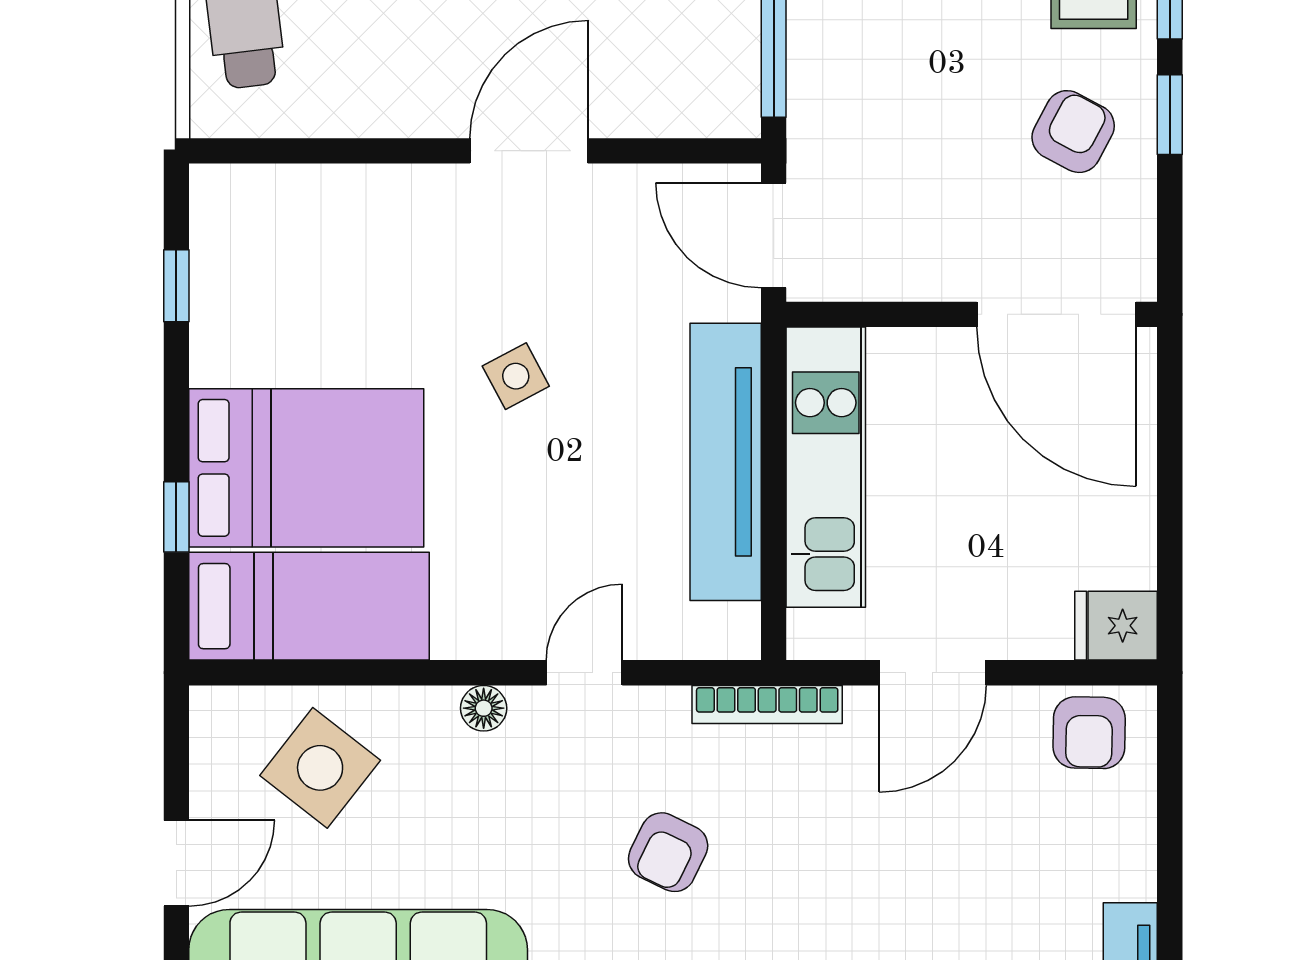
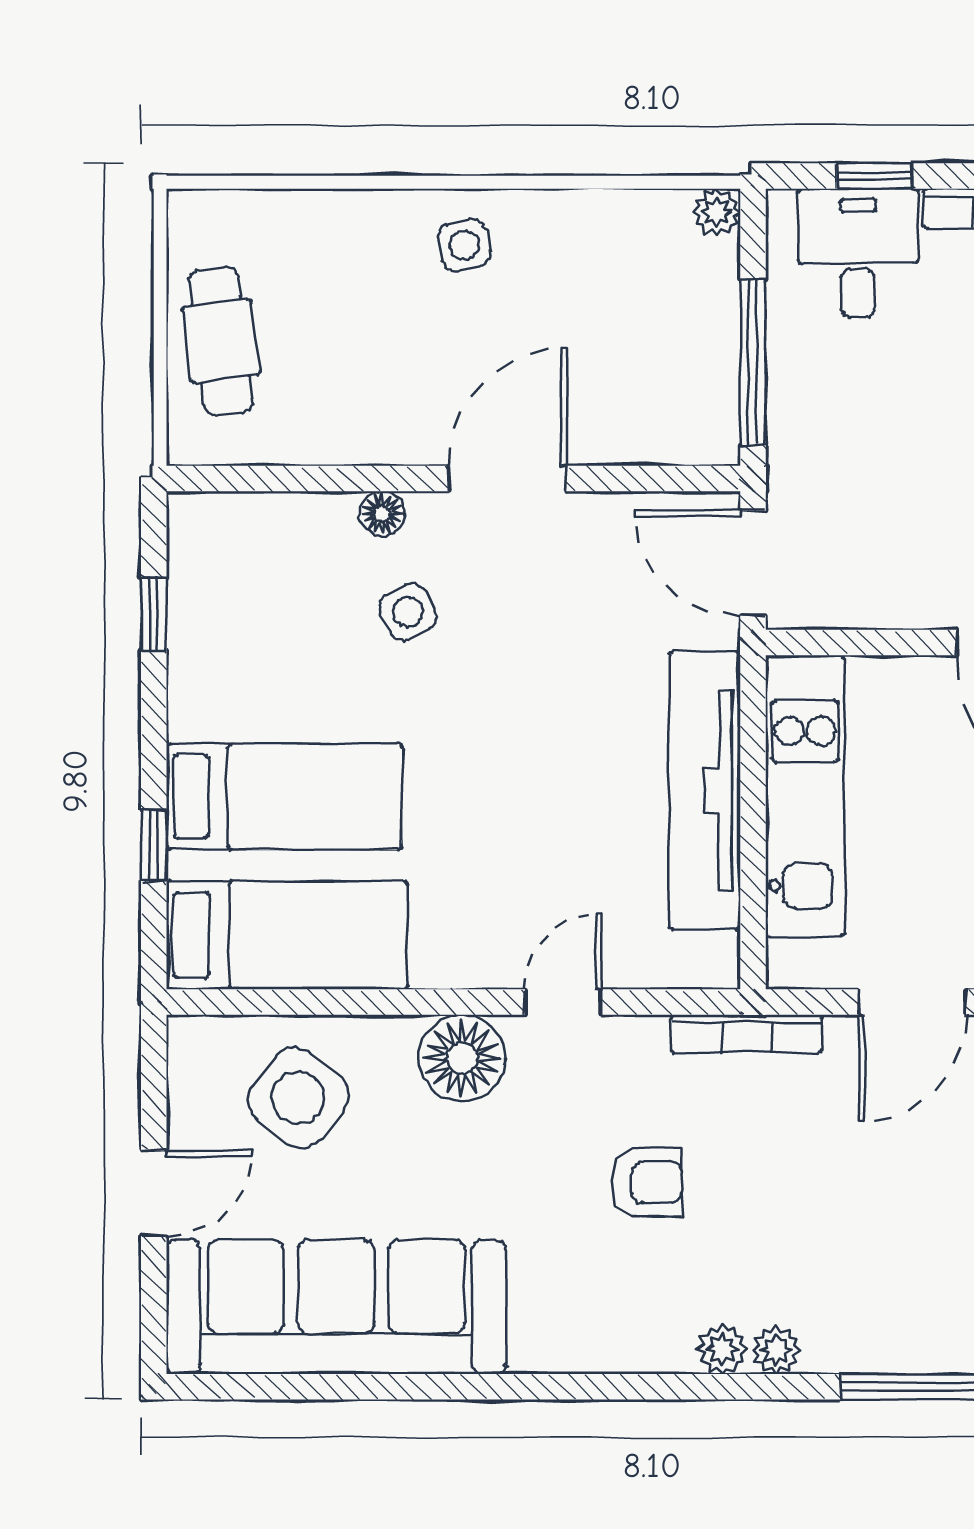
floor lamp: (404, 186) -> (382, 514), added
side table: (516, 376) -> (408, 612), moved
bed: (306, 468) -> (284, 797), width x0.67
floor lamp: (484, 708) -> (462, 1058), width x1.89, depth x1.89
armchair: (668, 852) -> (647, 1182), turned -116

